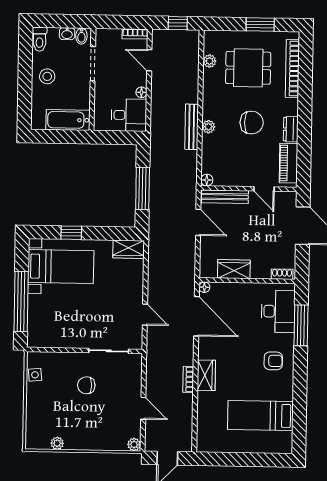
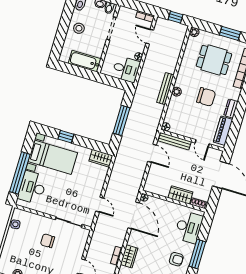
plant: (209, 61) -> (194, 32), moved
wardrobe: (234, 269) -> (180, 195), moved
desk: (44, 317) -> (32, 187), added
window: (301, 325) -> (197, 254), moved

